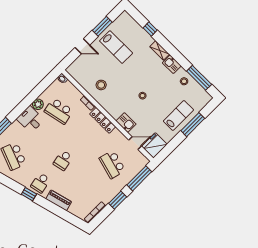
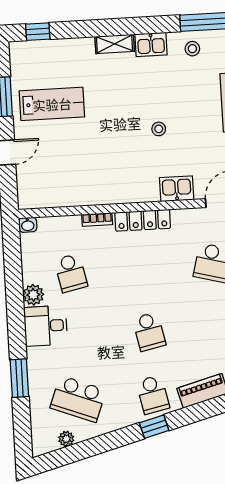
window: (150, 29) -> (38, 32), moved
stool: (101, 85) -> (88, 176), removed
school desk: (59, 111) -> (71, 273), width x0.54

